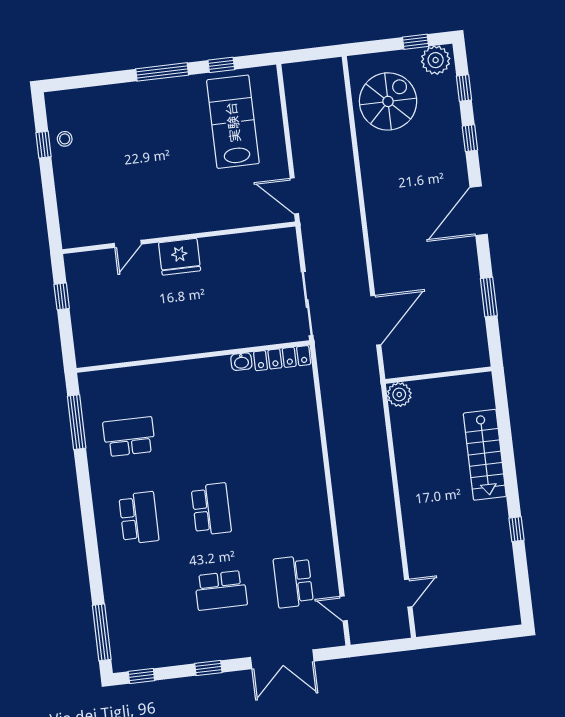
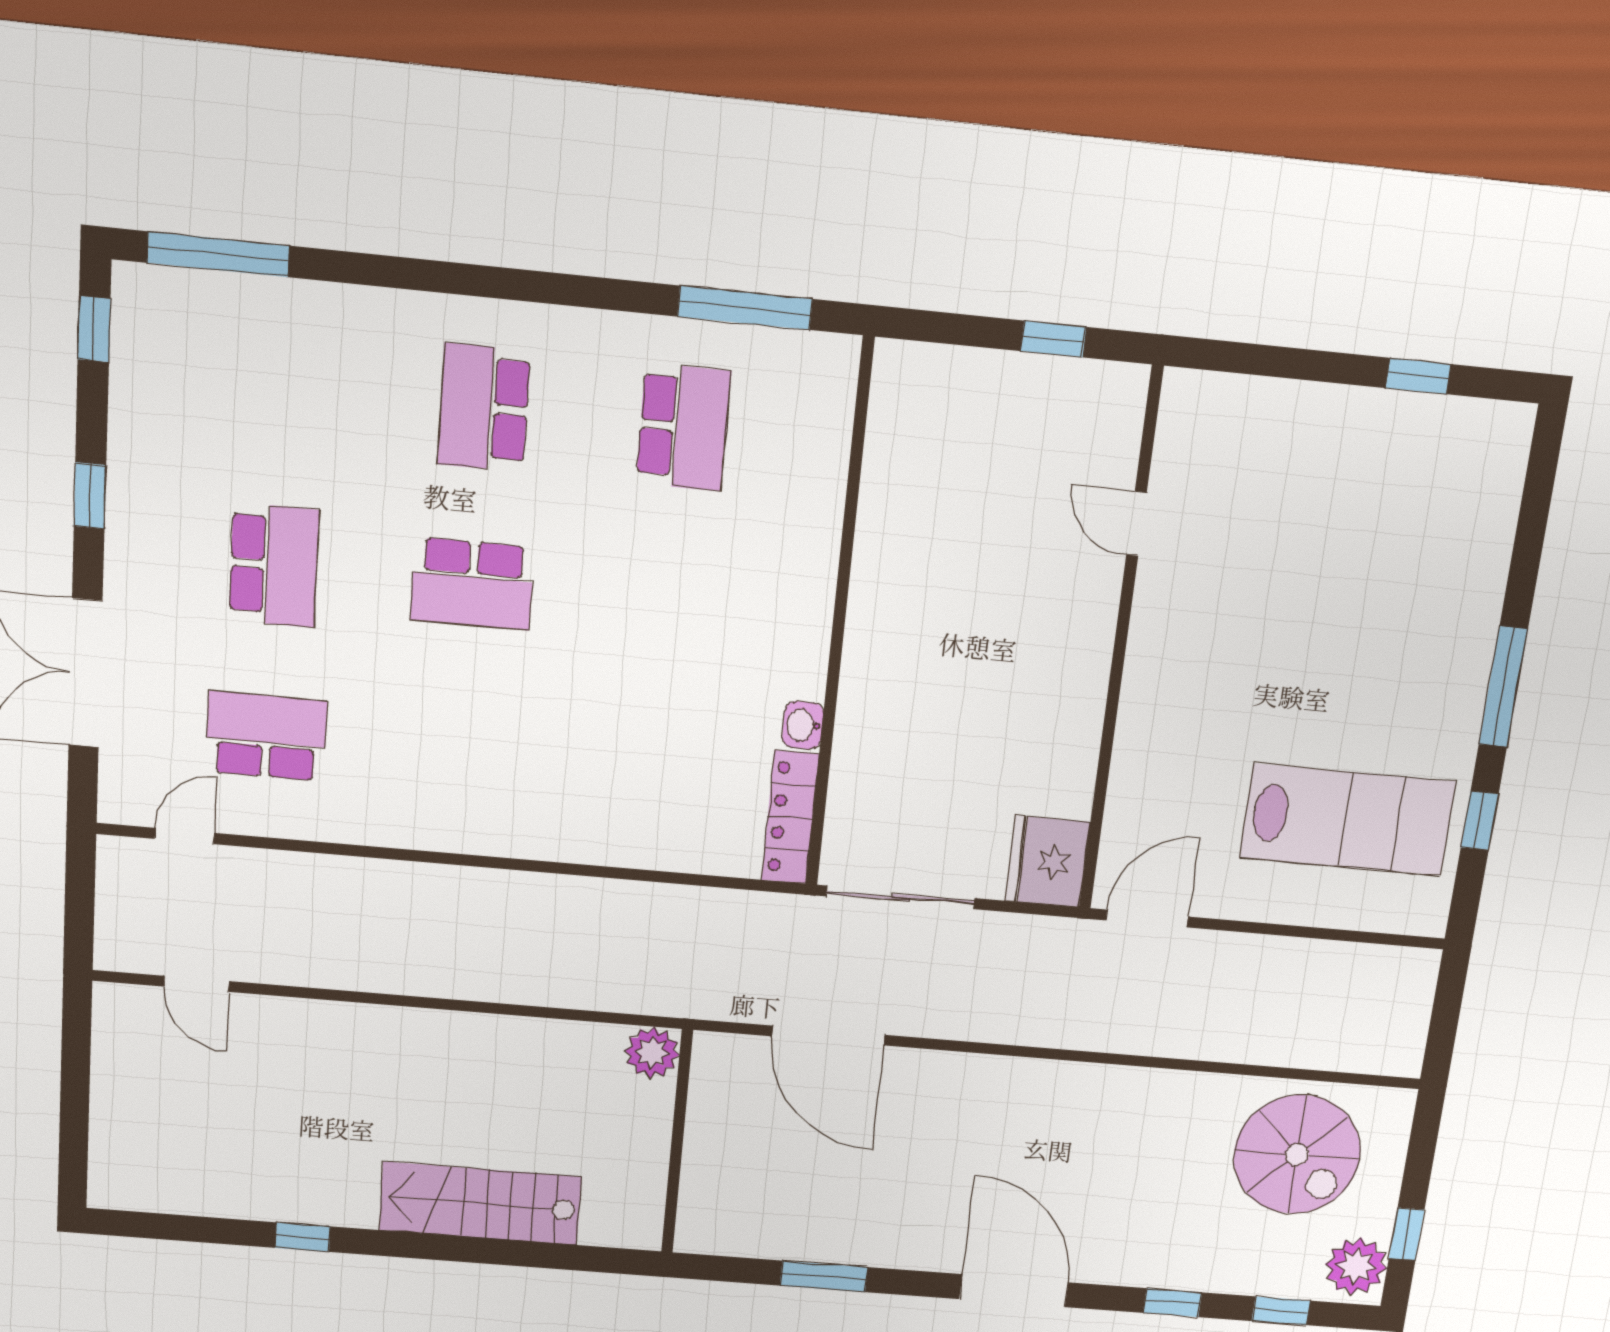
stool: (65, 139) -> (1418, 429), removed
fridge: (180, 257) -> (1047, 861), moved
school desk: (139, 518) -> (484, 408), turned 90
school desk: (221, 590) -> (274, 565), turned 180

